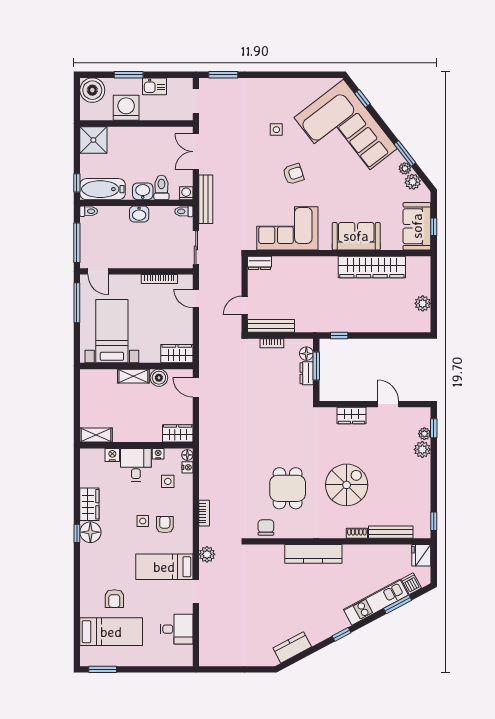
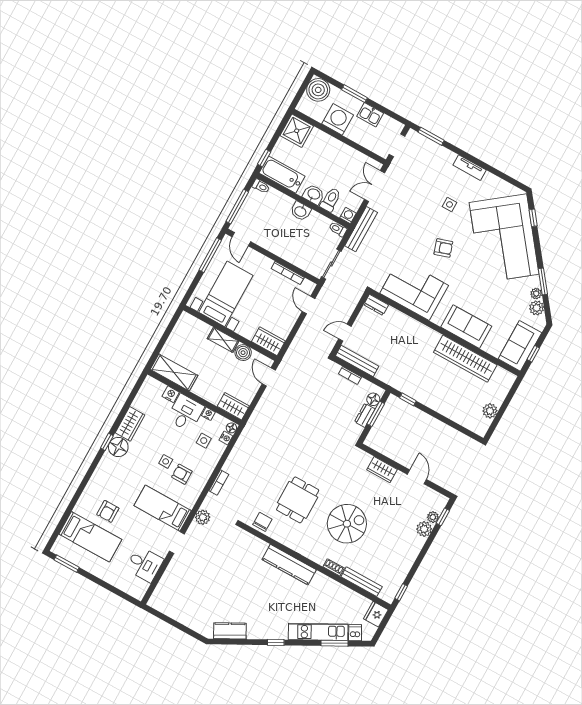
tv unit: (276, 84) -> (470, 168), added
shelving: (96, 435) -> (174, 372), width x1.50, depth x1.33
armchair: (165, 525) -> (182, 474), turned -90

